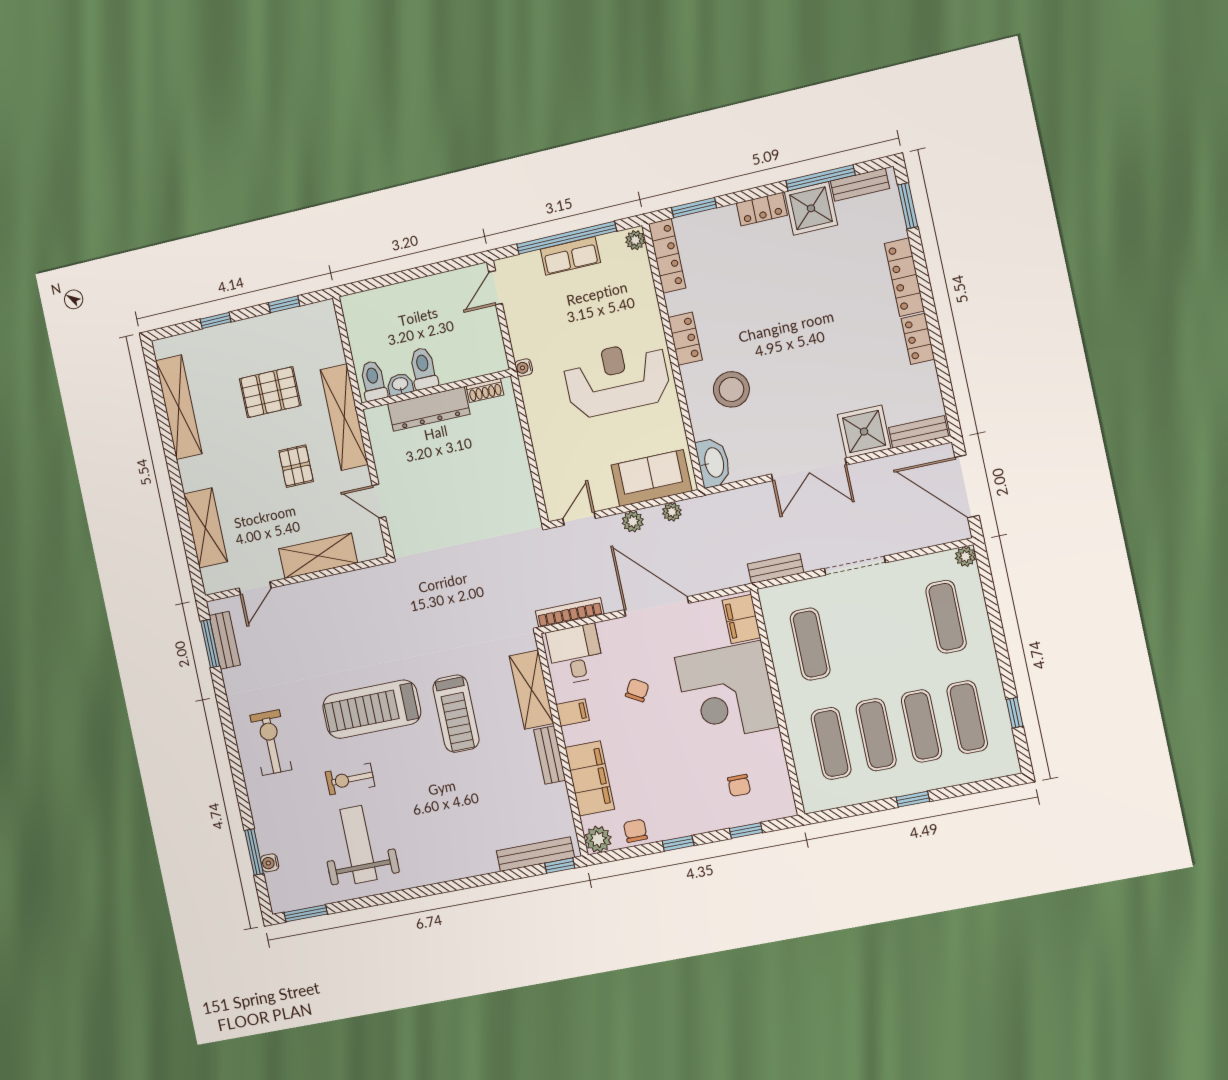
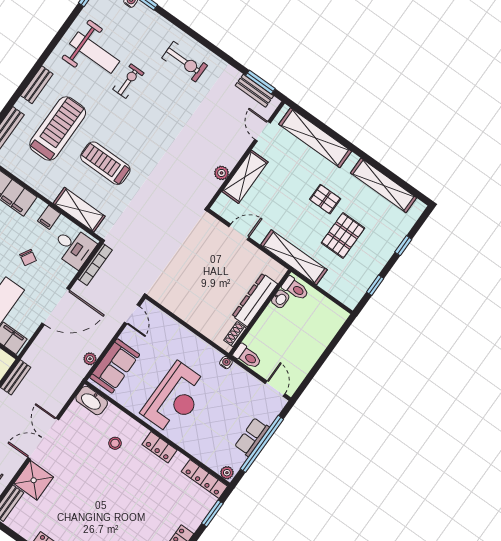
toilet: (423, 369) -> (247, 356), moved
stool: (731, 389) -> (115, 443), width x0.53, depth x0.53
pallet: (296, 466) -> (325, 199), moved
plant: (633, 521) -> (222, 173), moved
shelving: (206, 528) -> (315, 138), width x1.47
treadmill: (372, 709) -> (58, 129), moved
bench: (550, 755) -> (37, 85), moved, turned 90

